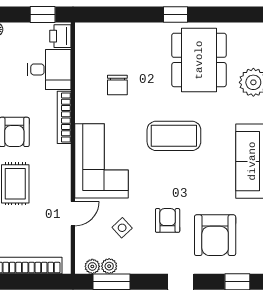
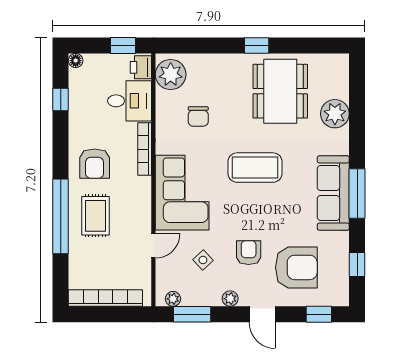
plant: (90, 43) -> (171, 75), added
armchair: (215, 235) -> (296, 267), turned -90
plant: (109, 266) -> (230, 299), moved

